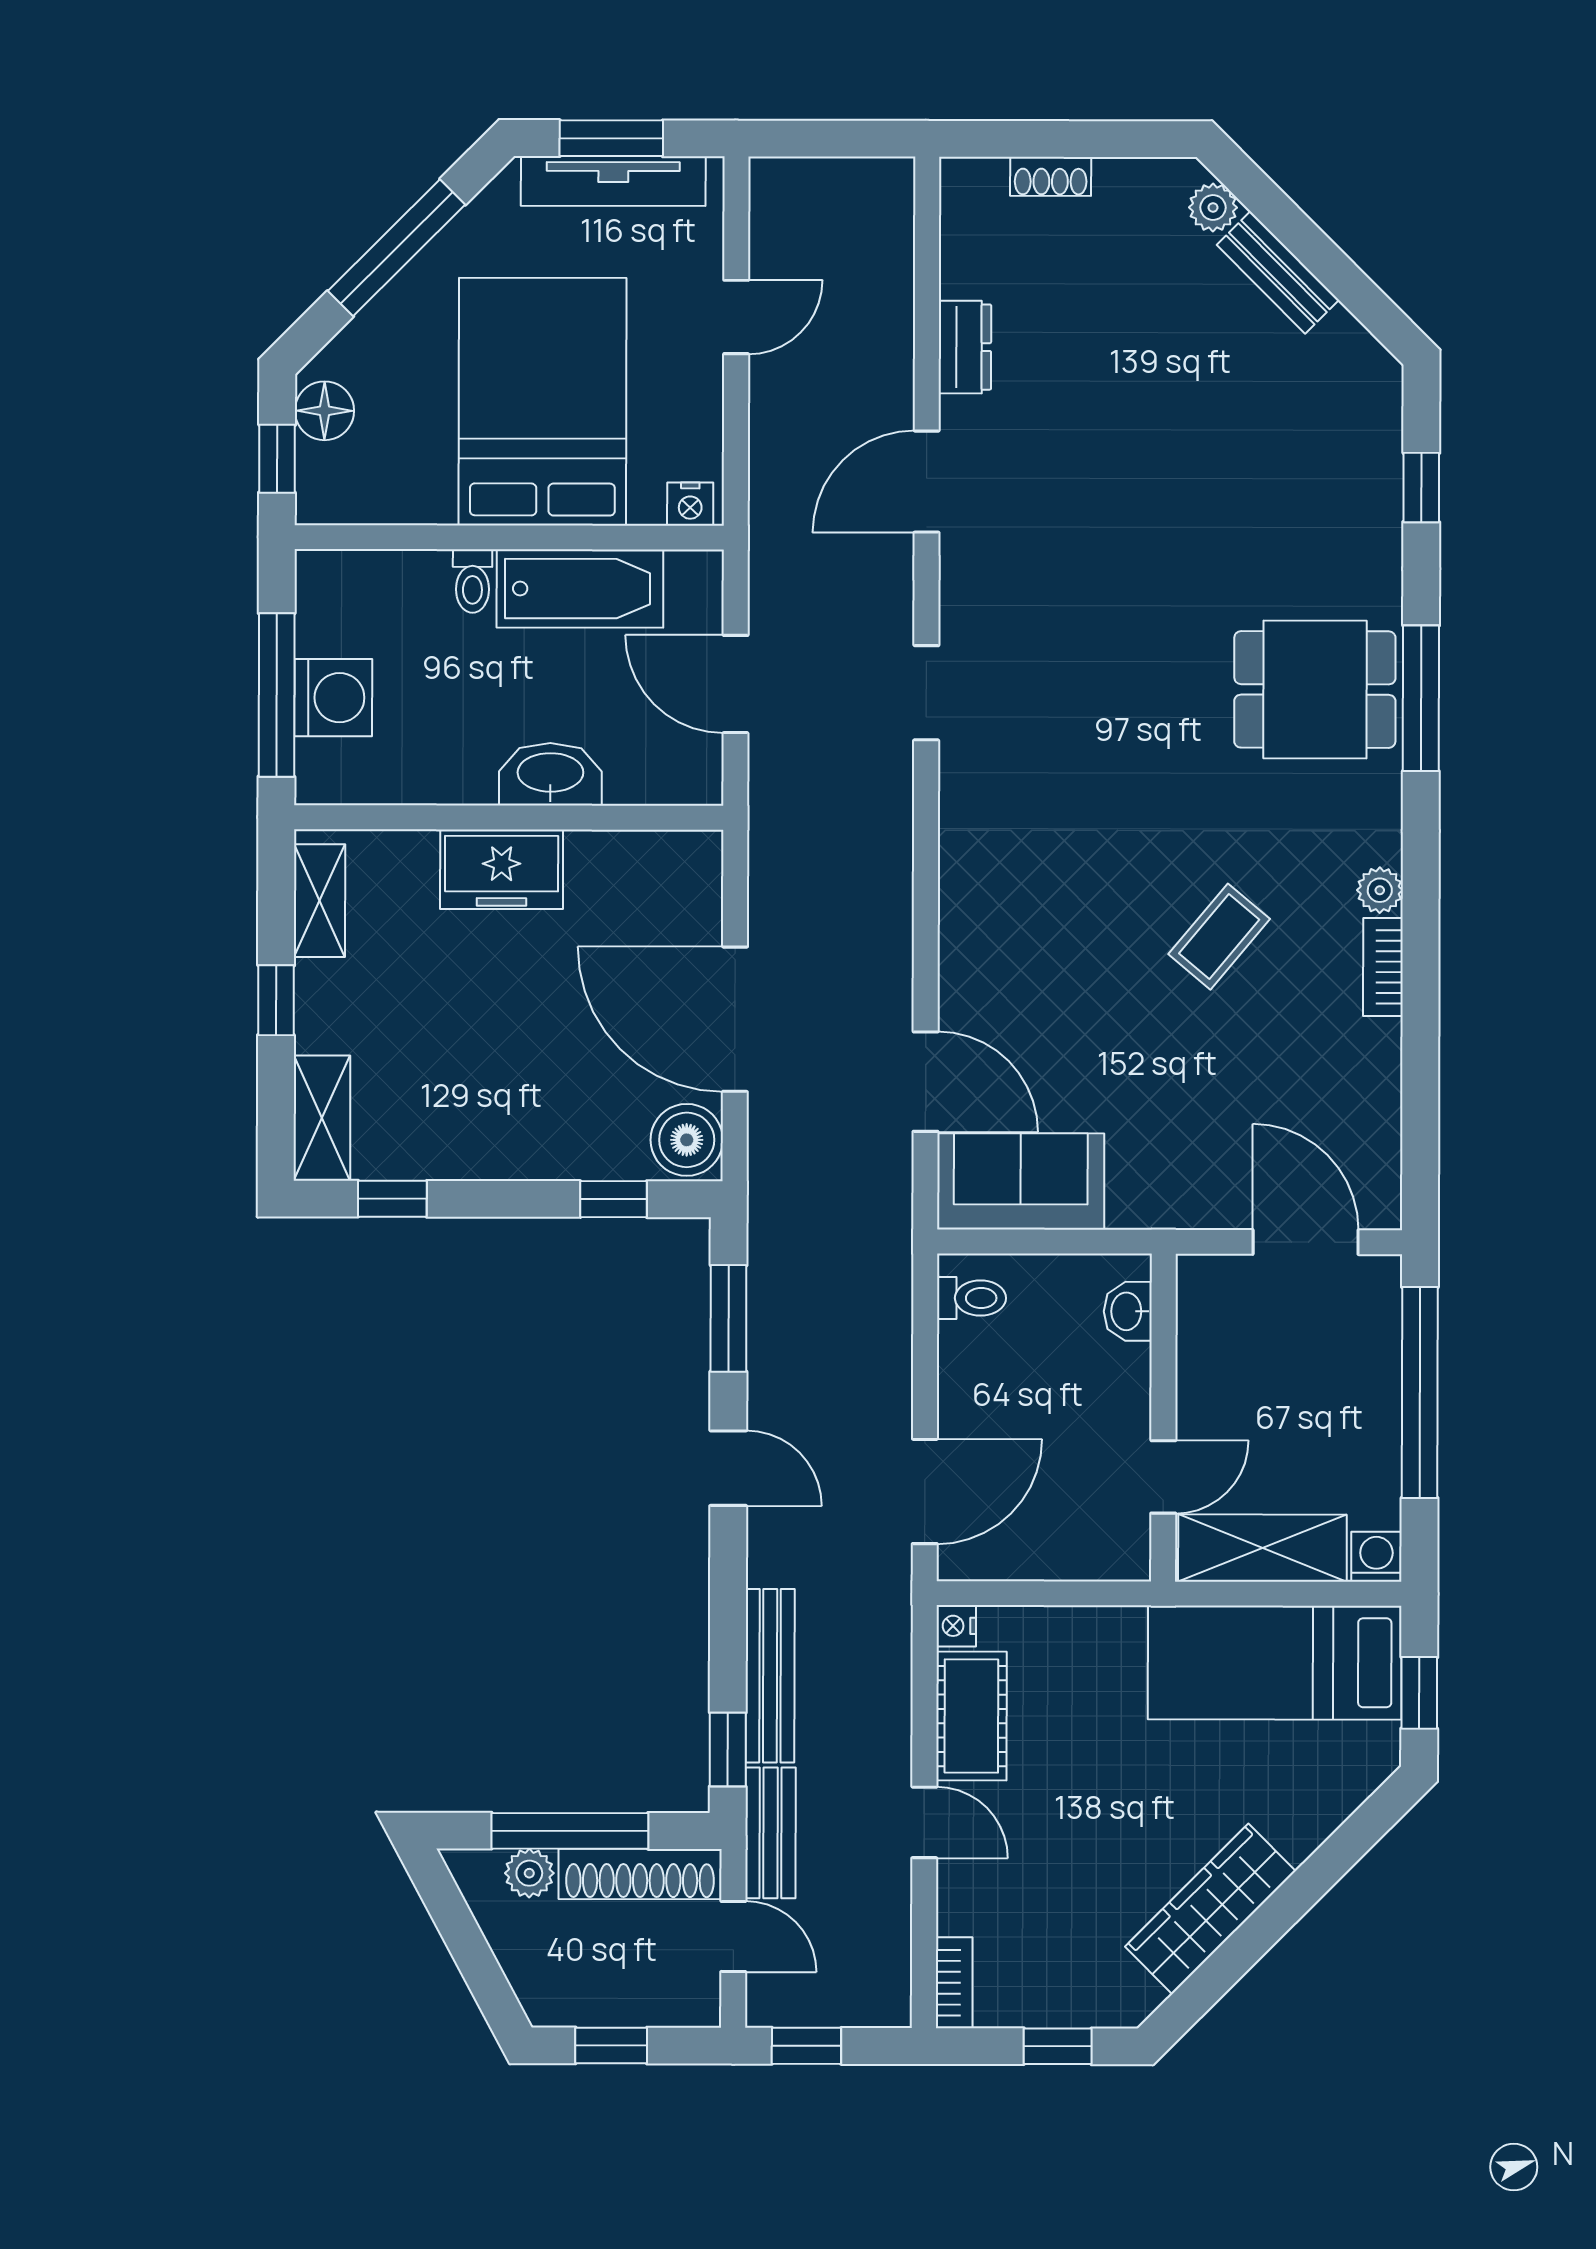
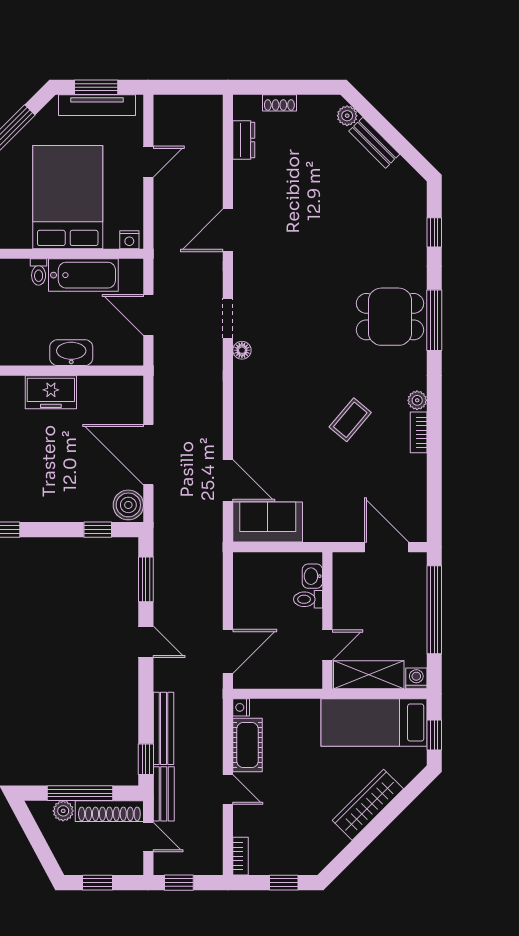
dresser: (965, 347) -> (244, 140), moved
floor lamp: (960, 769) -> (242, 350), added
toilet: (972, 1298) -> (308, 599), moved, turned 180
wardrobe: (1210, 1909) -> (368, 805), moved

